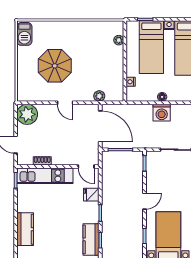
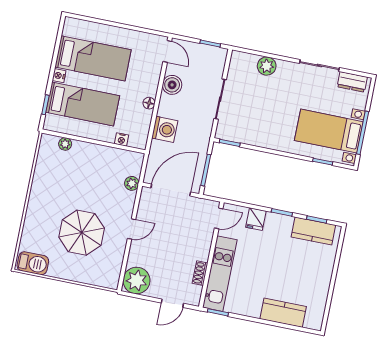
boiler: (179, 111) -> (172, 85), added
washing machine: (162, 113) -> (165, 129), moved
door: (144, 201) -> (278, 153), removed

